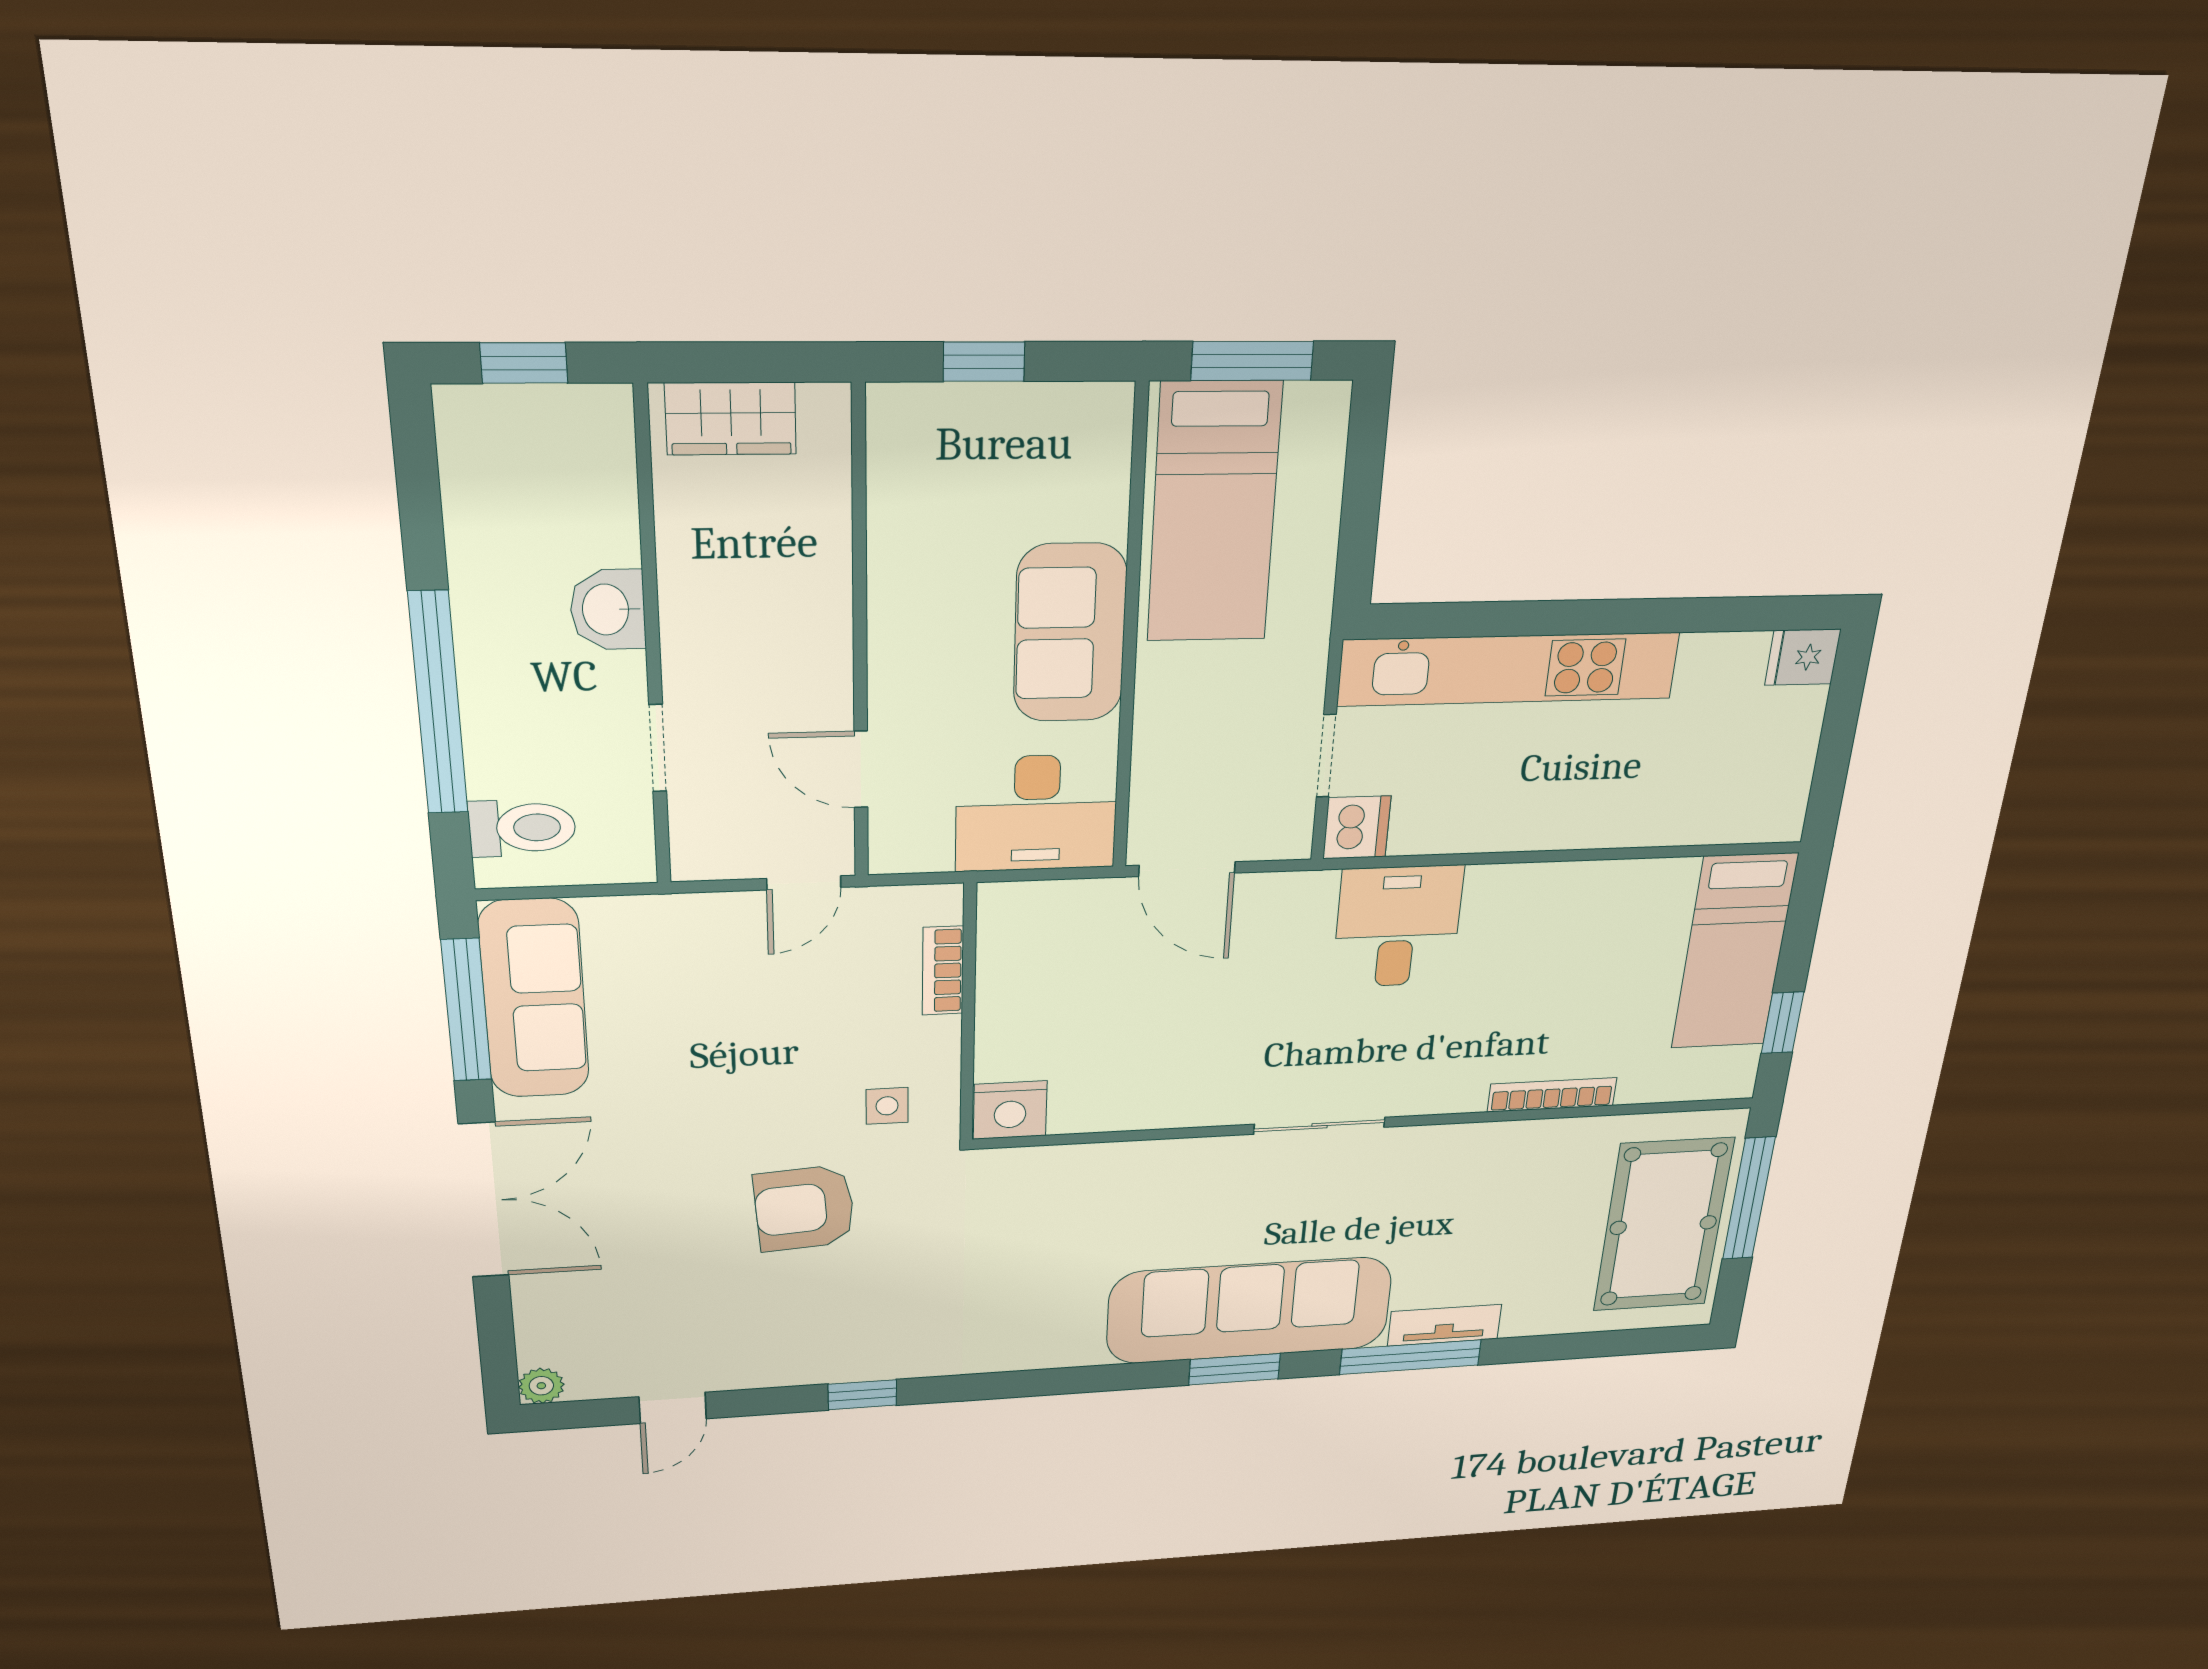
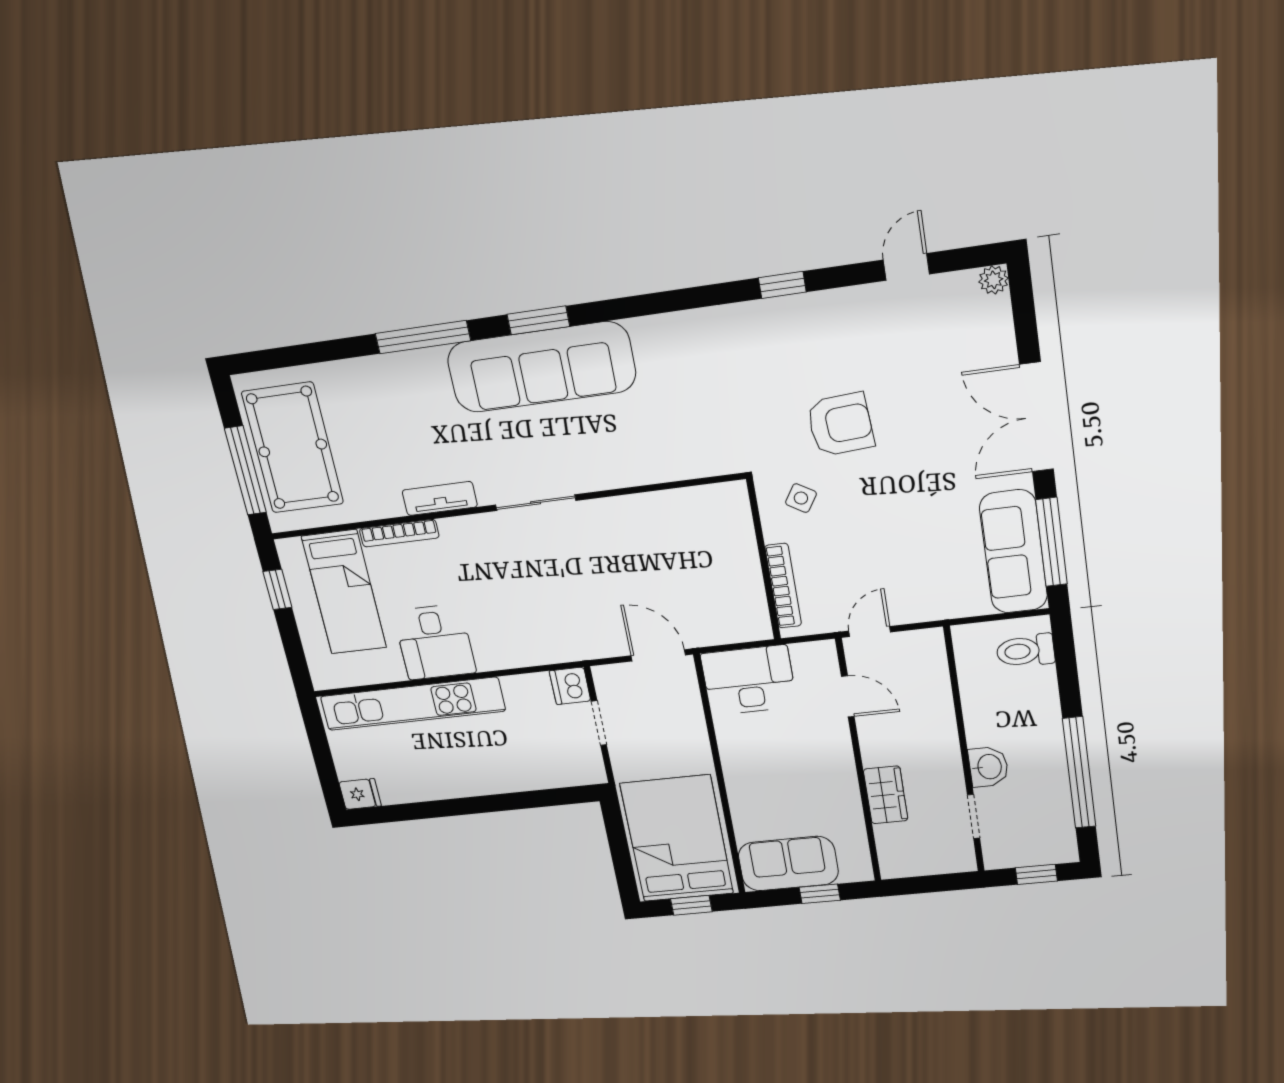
window: (1252, 361) -> (691, 905), width x0.67
wardrobe: (731, 419) -> (886, 795), moved, turned 90
bed: (1214, 513) -> (677, 839), width x1.50
sofa: (1070, 633) -> (788, 864), moved, turned -90
kitchen unit: (1509, 669) -> (413, 704), moved, turned 180
window: (438, 704) -> (1079, 773), moved
doorway: (658, 748) -> (973, 816), moved
desk: (1398, 927) -> (435, 642), moved
bed: (1734, 952) -> (344, 592), moved, turned 180
bookcase: (943, 971) -> (783, 586), width x1.56
side table: (887, 1106) -> (801, 498), turned 32
nightstand: (1010, 1110) -> (727, 500), removed
tv unit: (1445, 1325) -> (440, 498), moved, turned 180

